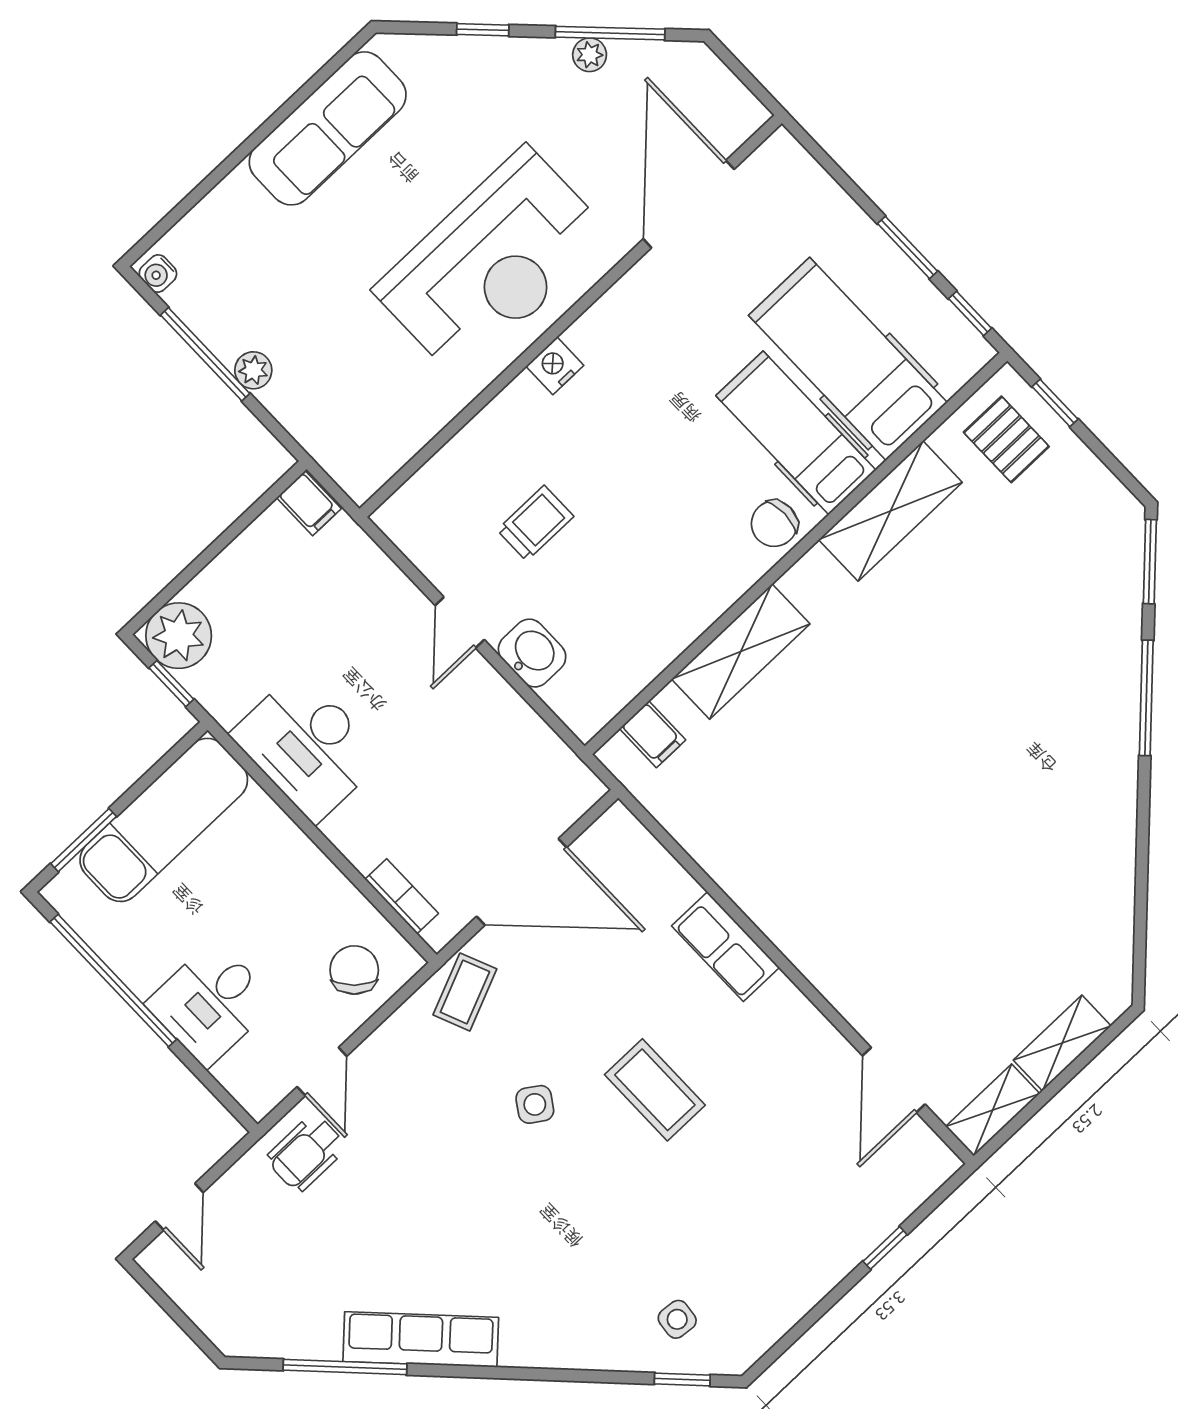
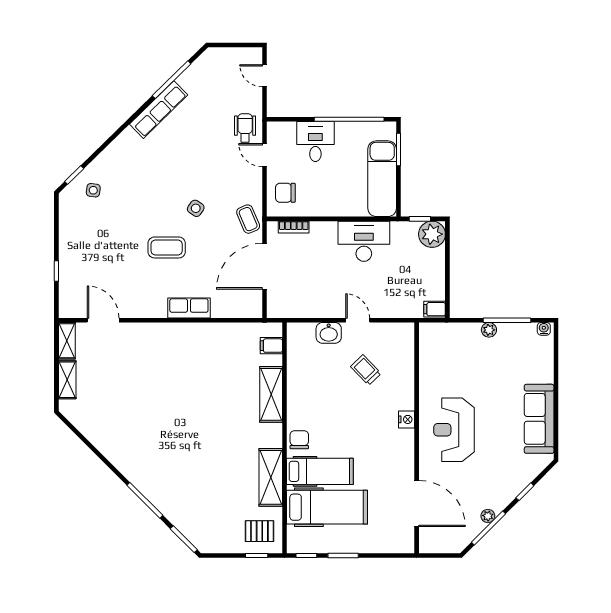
reception desk: (492, 263) -> (454, 430), width x0.74, depth x0.77
trolley: (535, 523) -> (366, 370), turned 136
chair: (354, 970) -> (285, 193), turned 137

